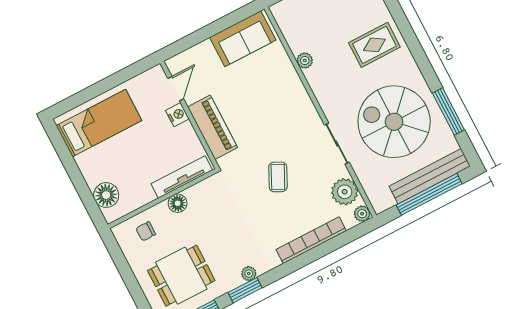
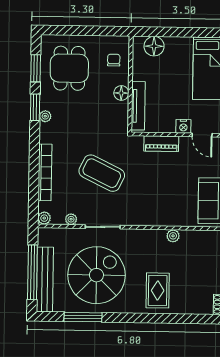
piano: (213, 127) -> (161, 144), width x0.73, depth x0.75
coffee table: (278, 177) -> (102, 173), width x1.86, depth x1.72
plant: (345, 192) -> (71, 219), width x0.53, depth x0.53

